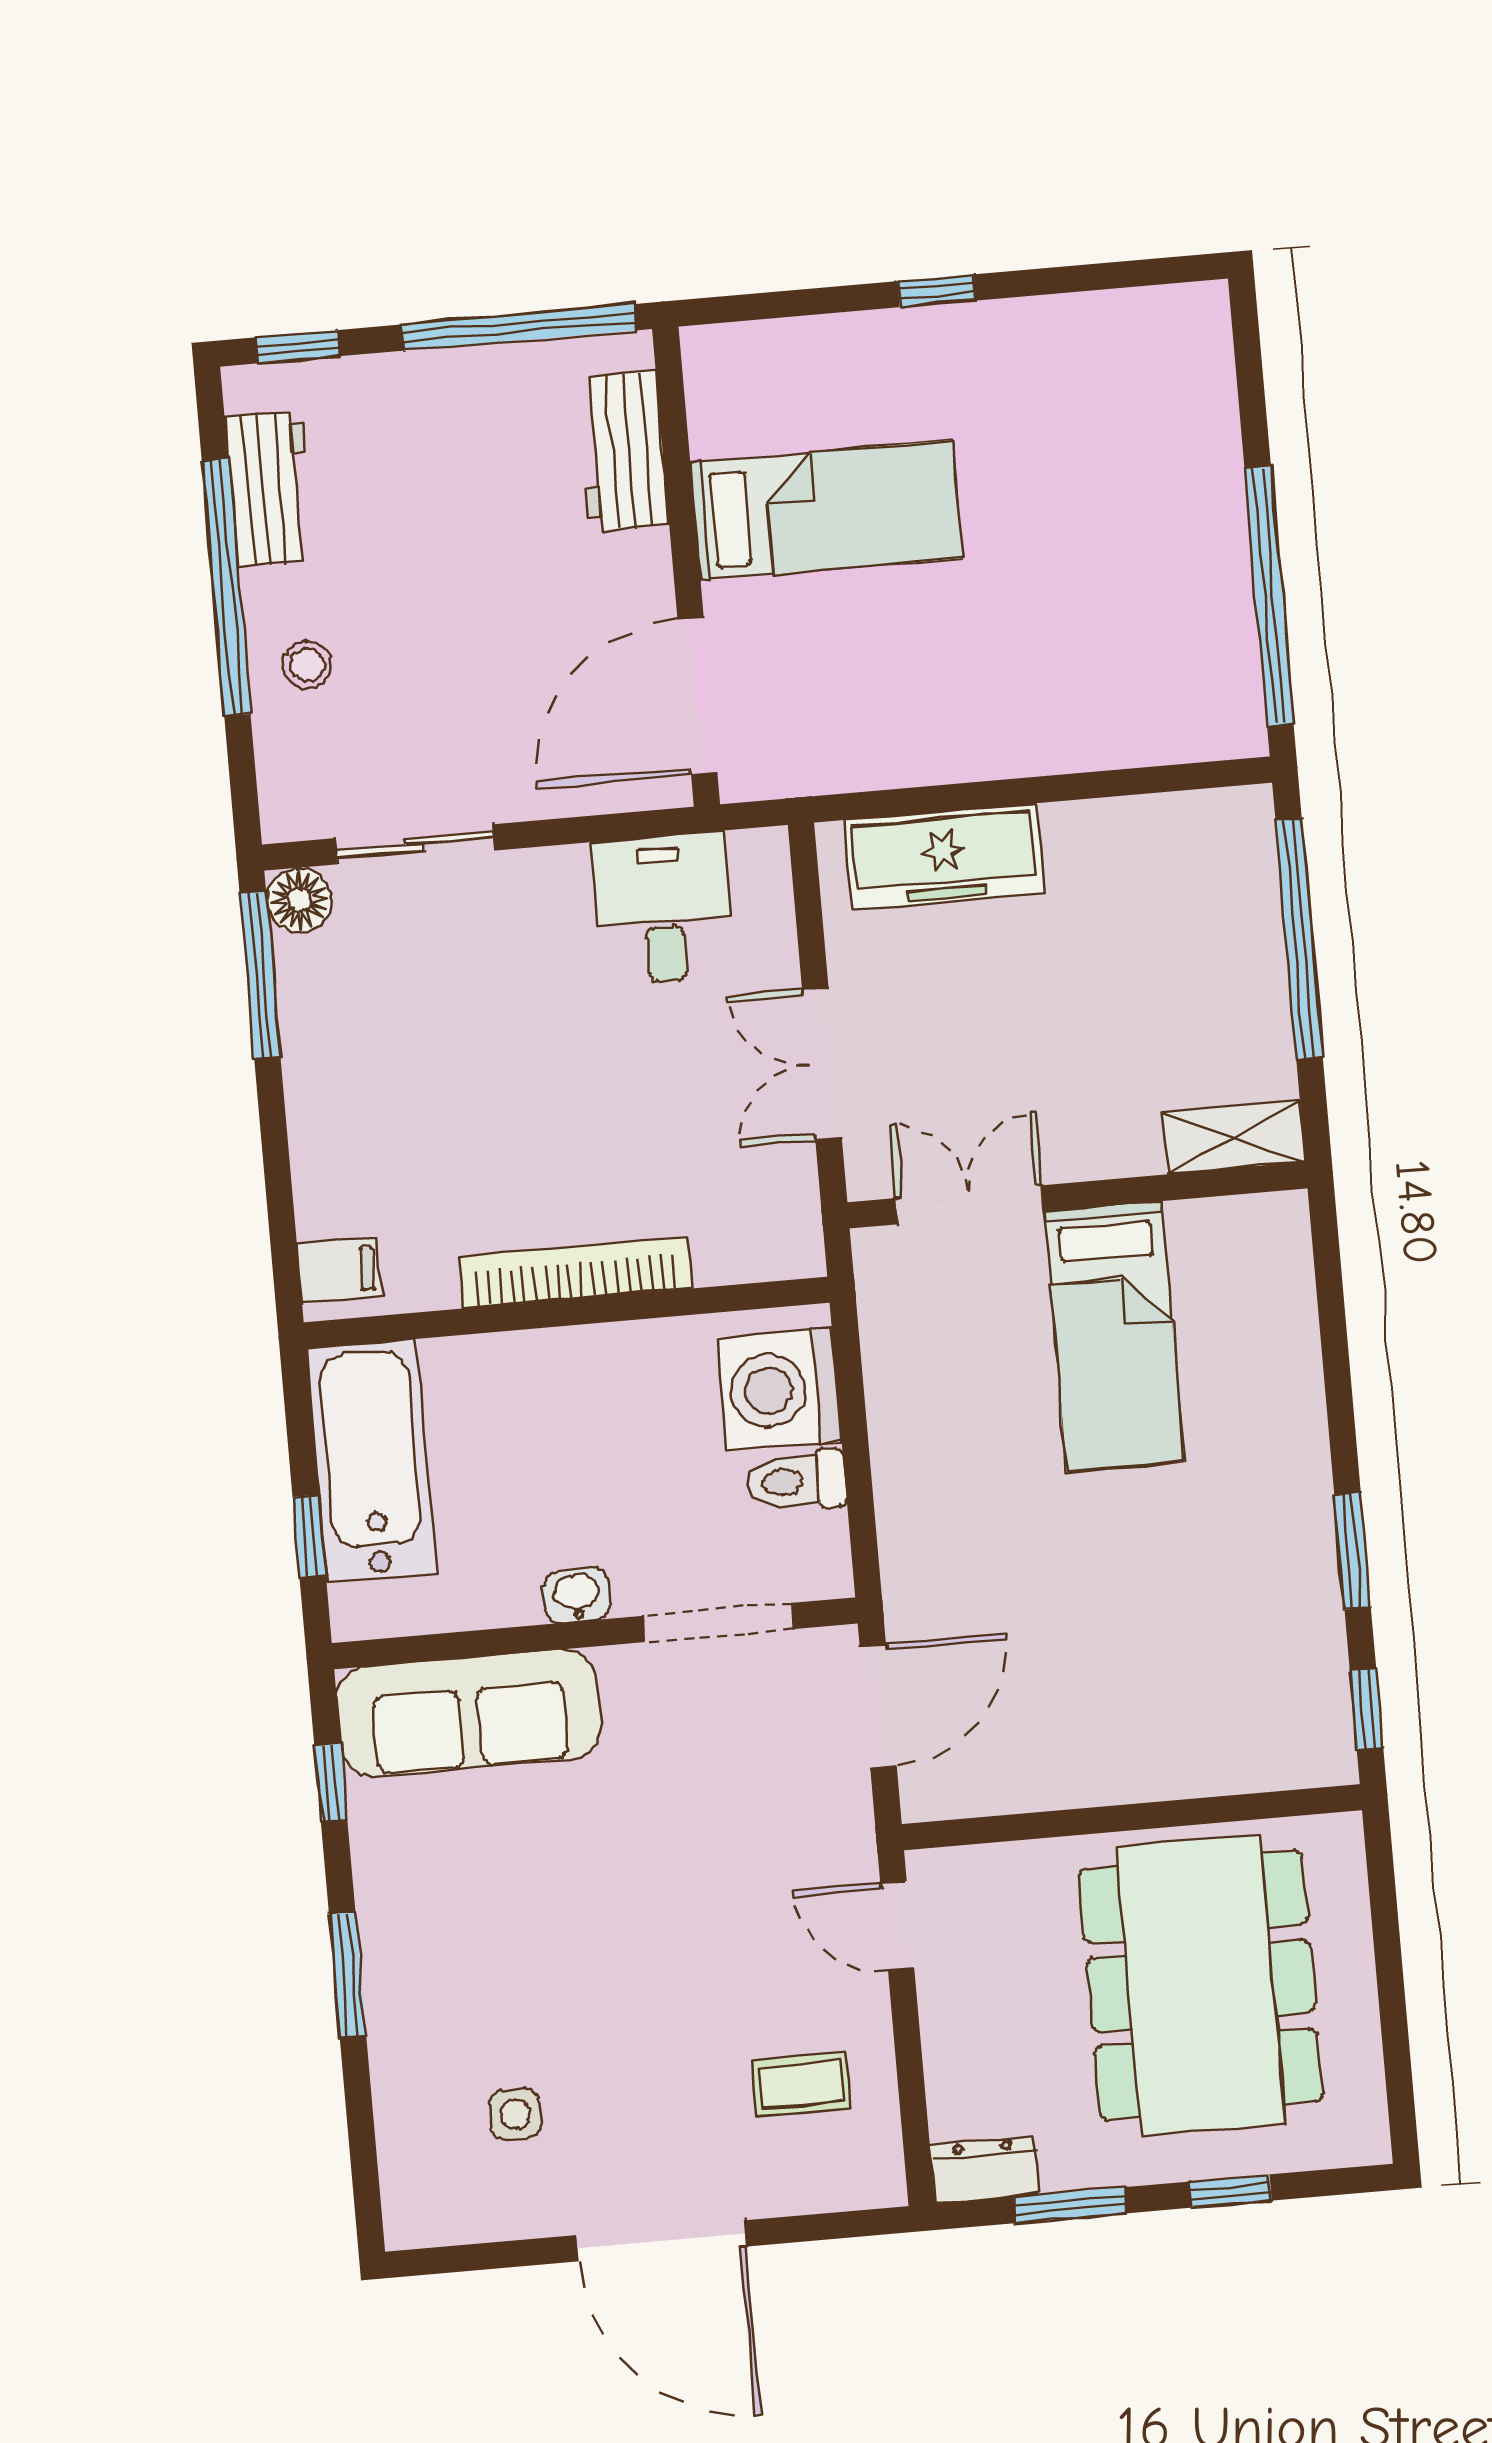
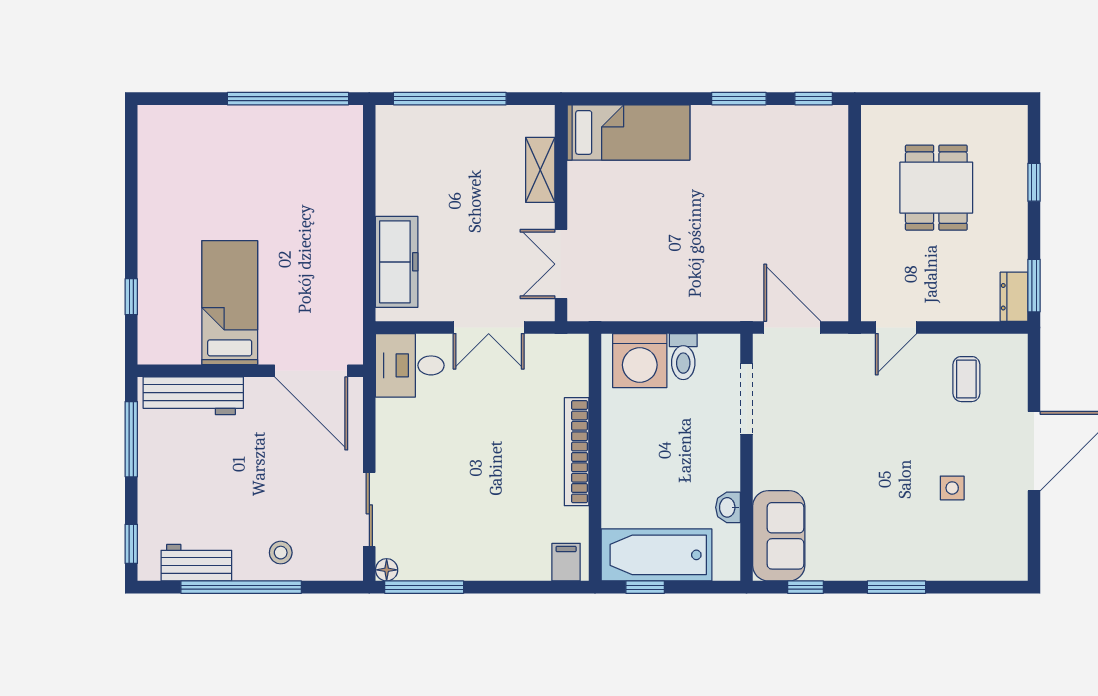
window: (937, 291) -> (131, 297), moved
window: (519, 327) -> (131, 439), width x0.68
workbench: (623, 451) -> (193, 396), width x1.38
floor lamp: (299, 900) -> (387, 570), width x0.73, depth x0.73
desk: (663, 909) -> (410, 365), moved
shelving: (1234, 1137) -> (540, 170), moved
bed: (1114, 1336) -> (629, 132), moved
window: (309, 1537) -> (645, 587), moved
washbasin: (577, 1595) -> (728, 507), moved
sofa: (469, 1713) -> (779, 536), width x0.73
dining table: (1201, 1985) -> (936, 188), width x0.53, depth x0.80
side table: (515, 2114) -> (952, 488), moved
window: (1070, 2205) -> (1034, 286), moved

